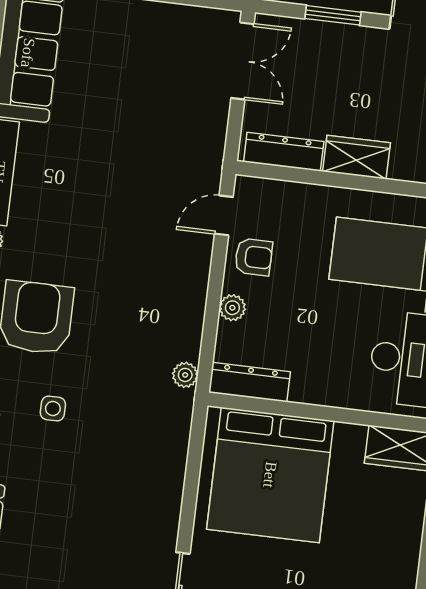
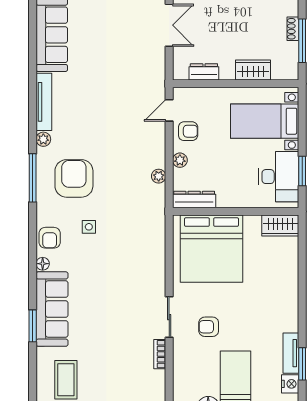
dresser: (284, 152) -> (204, 72), width x0.70
wardrobe: (356, 157) -> (253, 70), moved
plant: (185, 375) -> (159, 176), moved

